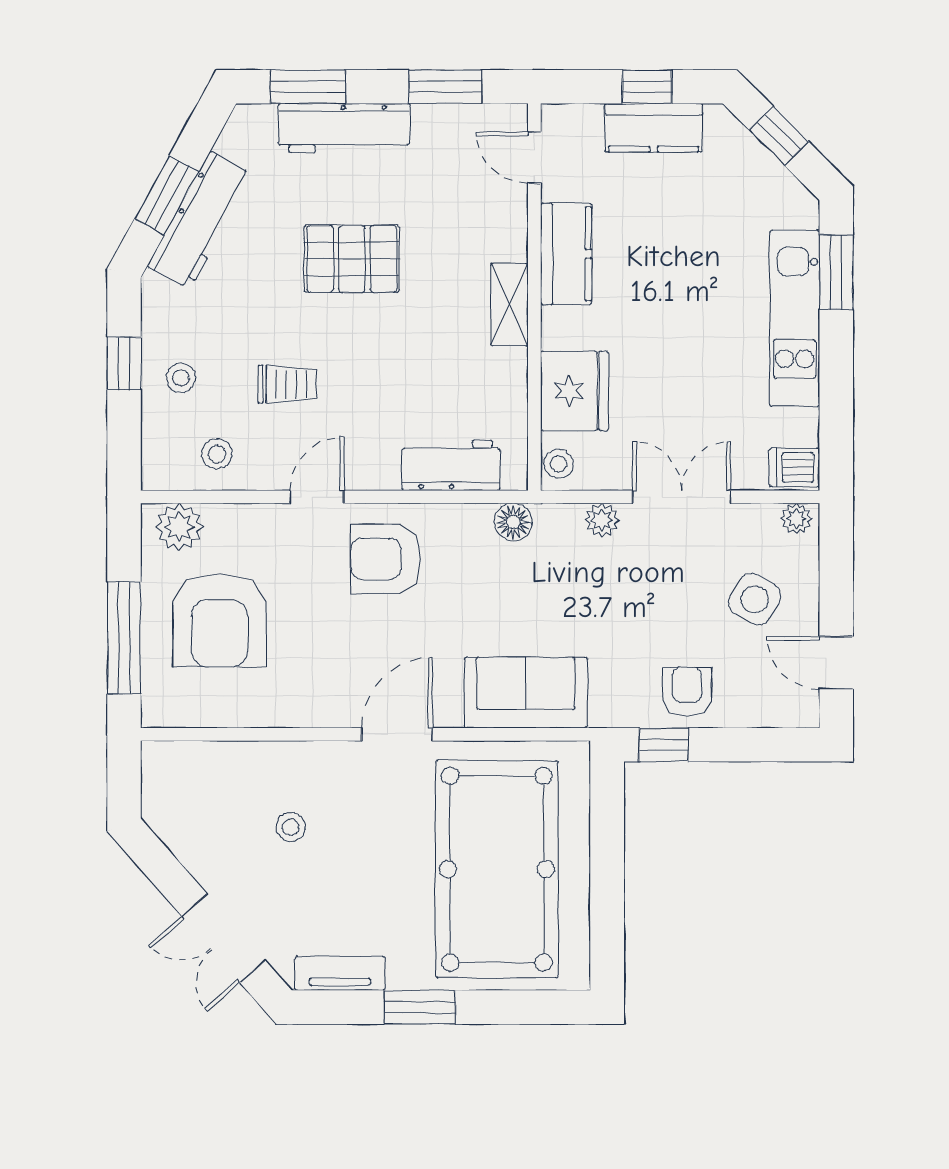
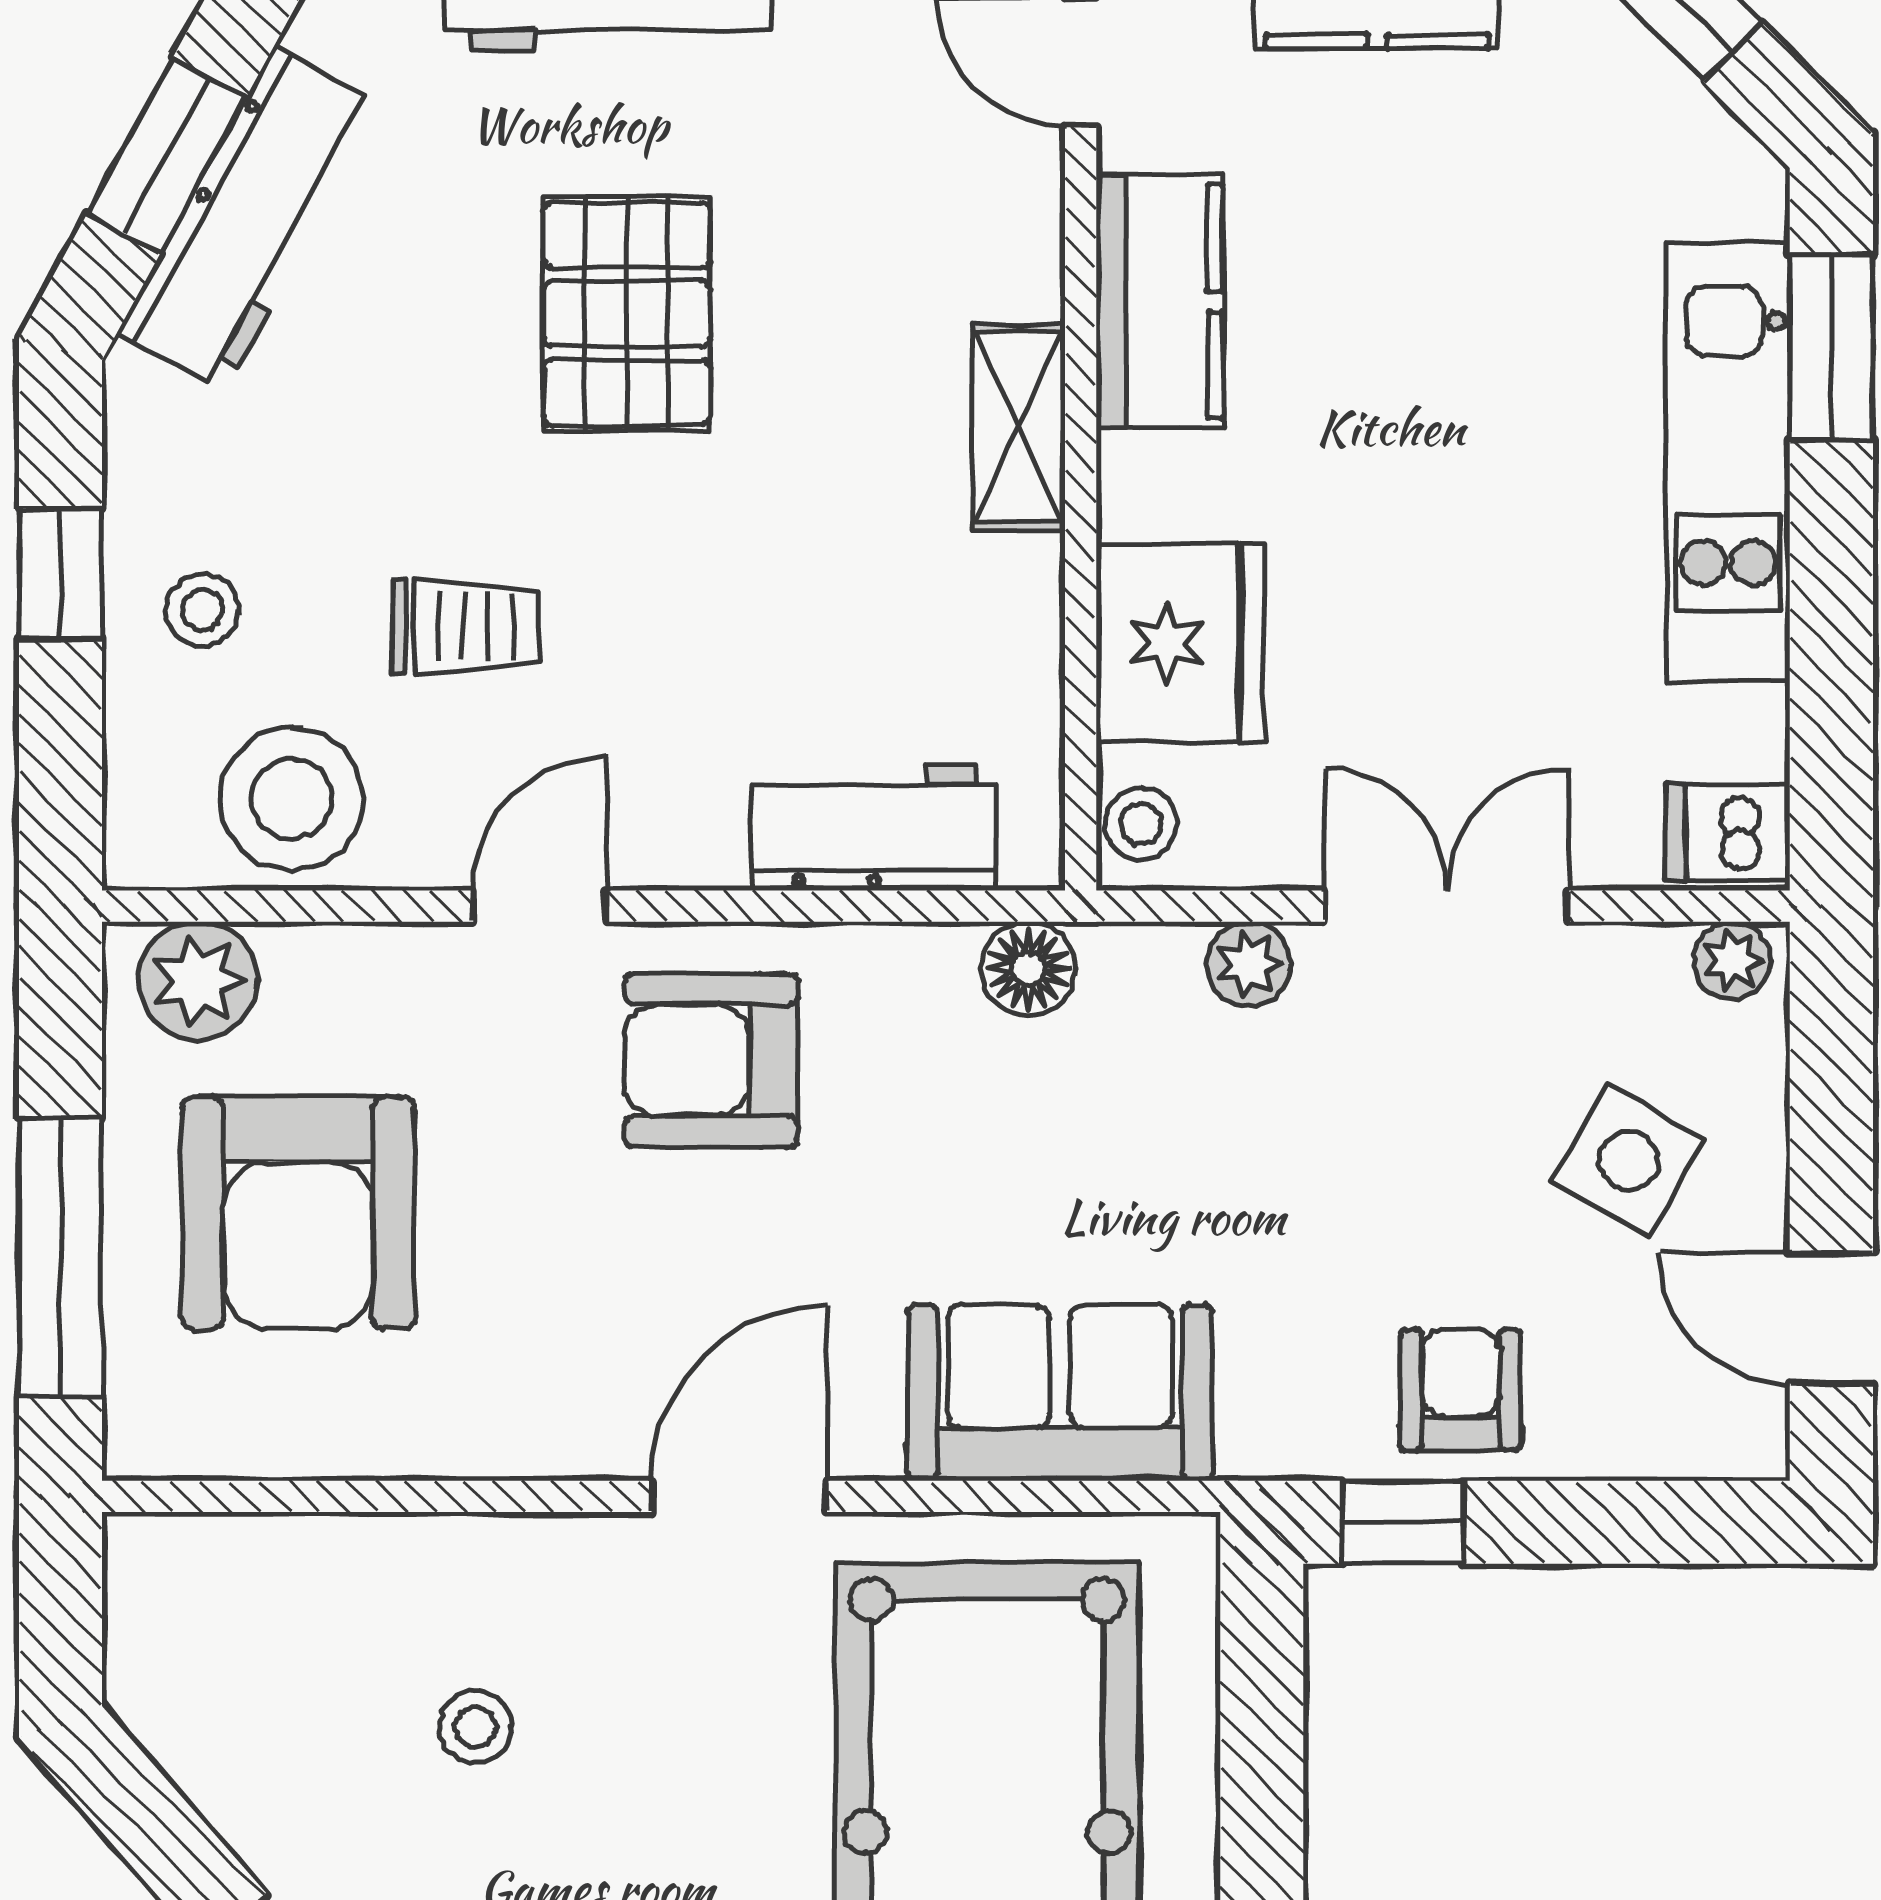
pallet: (352, 259) -> (627, 314), turned 90
stool: (217, 454) -> (292, 799), width x1.89, depth x1.89

